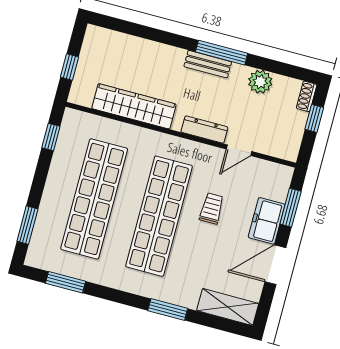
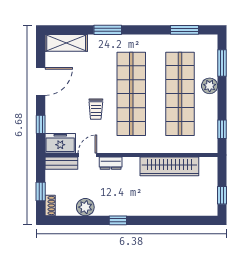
window: (222, 53) -> (118, 220), width x0.46
bench: (208, 64) -> (61, 163), moved
window: (69, 67) -> (222, 195), moved
dresser: (204, 130) -> (111, 163), width x0.70
plant: (52, 199) -> (210, 86), added
window: (291, 208) -> (41, 124), width x0.67
freezer: (267, 221) -> (60, 143), moved, turned -90

